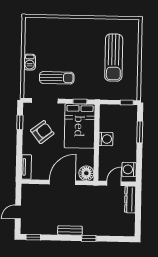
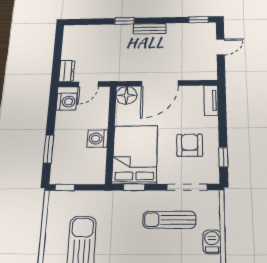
armchair: (42, 132) -> (190, 145), turned 128
dresser: (130, 200) -> (67, 71), width x0.70

